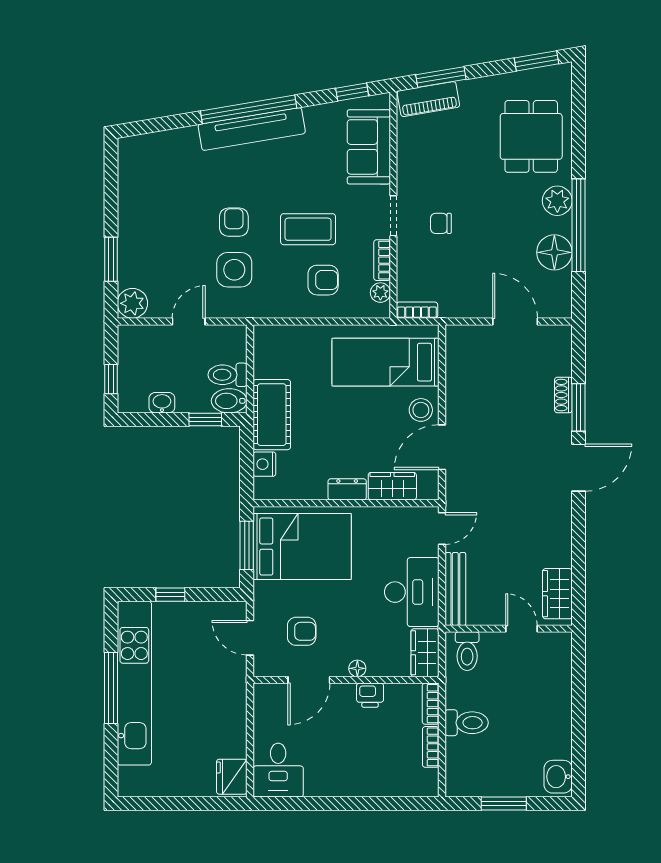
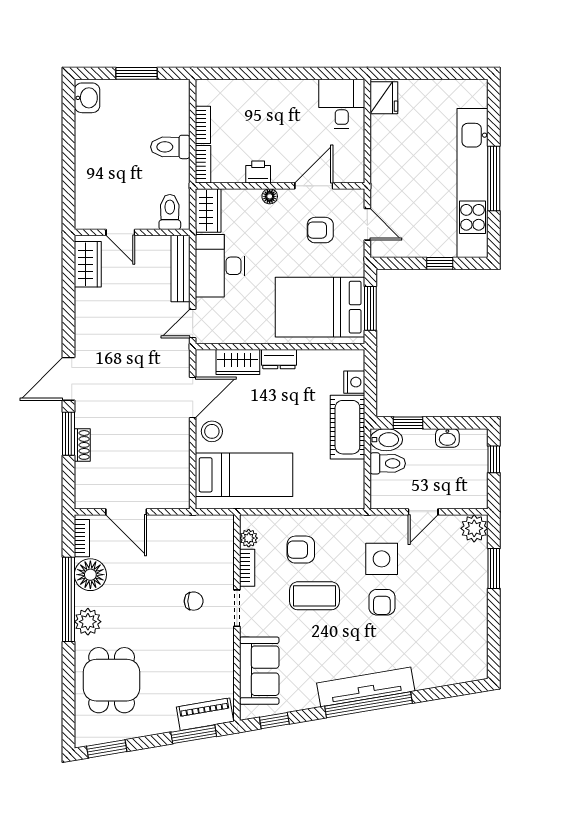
bookcase: (417, 310) -> (82, 538), moved, turned -90

